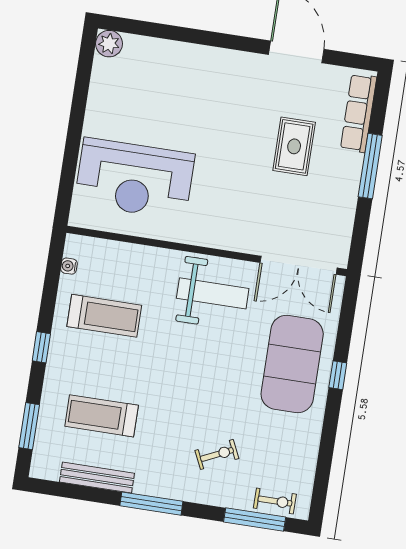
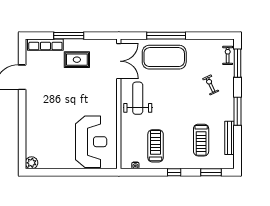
rug: (294, 146) -> (77, 60), moved
window: (338, 375) -> (166, 36), width x3.17

